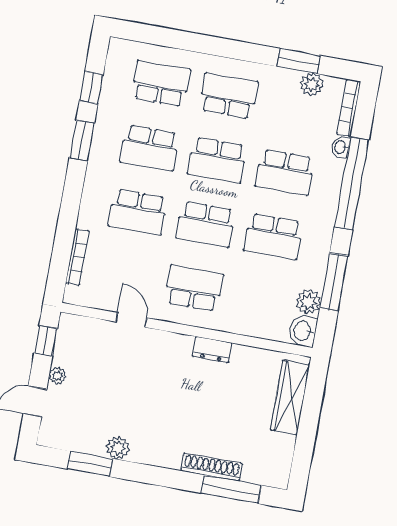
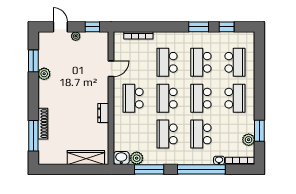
school desk: (194, 288) -> (133, 98), turned 180

